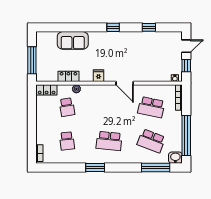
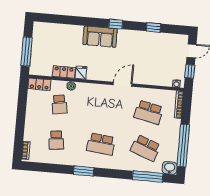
sofa: (73, 40) -> (100, 37), moved
fridge: (99, 76) -> (81, 73), moved
door: (125, 83) -> (123, 84), swing flipped

